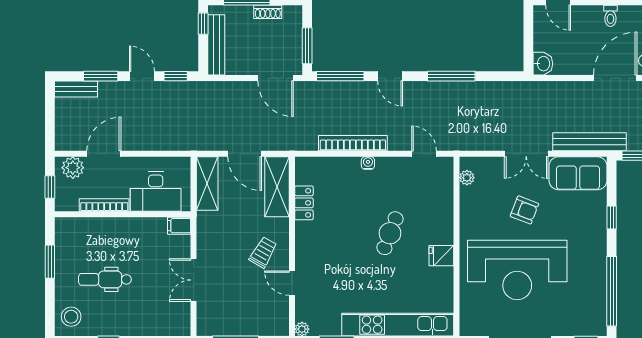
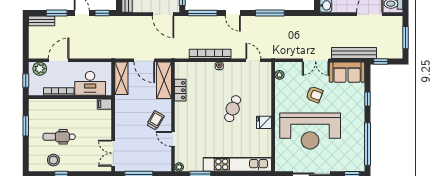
double door: (194, 280) -> (113, 153), moved
stool: (71, 317) -> (53, 160), moved

